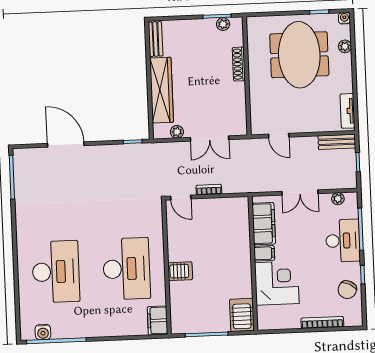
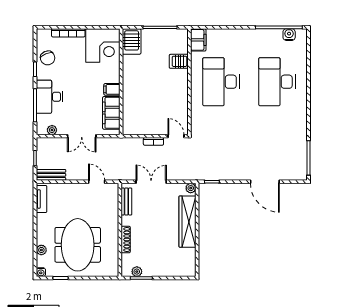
bench: (156, 39) -> (126, 201), moved
plant: (177, 132) -> (191, 188), moved
double door: (300, 192) -> (82, 136), swing flipped
server rack: (180, 271) -> (179, 61), moved
corner desk: (277, 283) -> (103, 45), moved, turned -90
chair: (347, 290) -> (48, 58), turned 131

